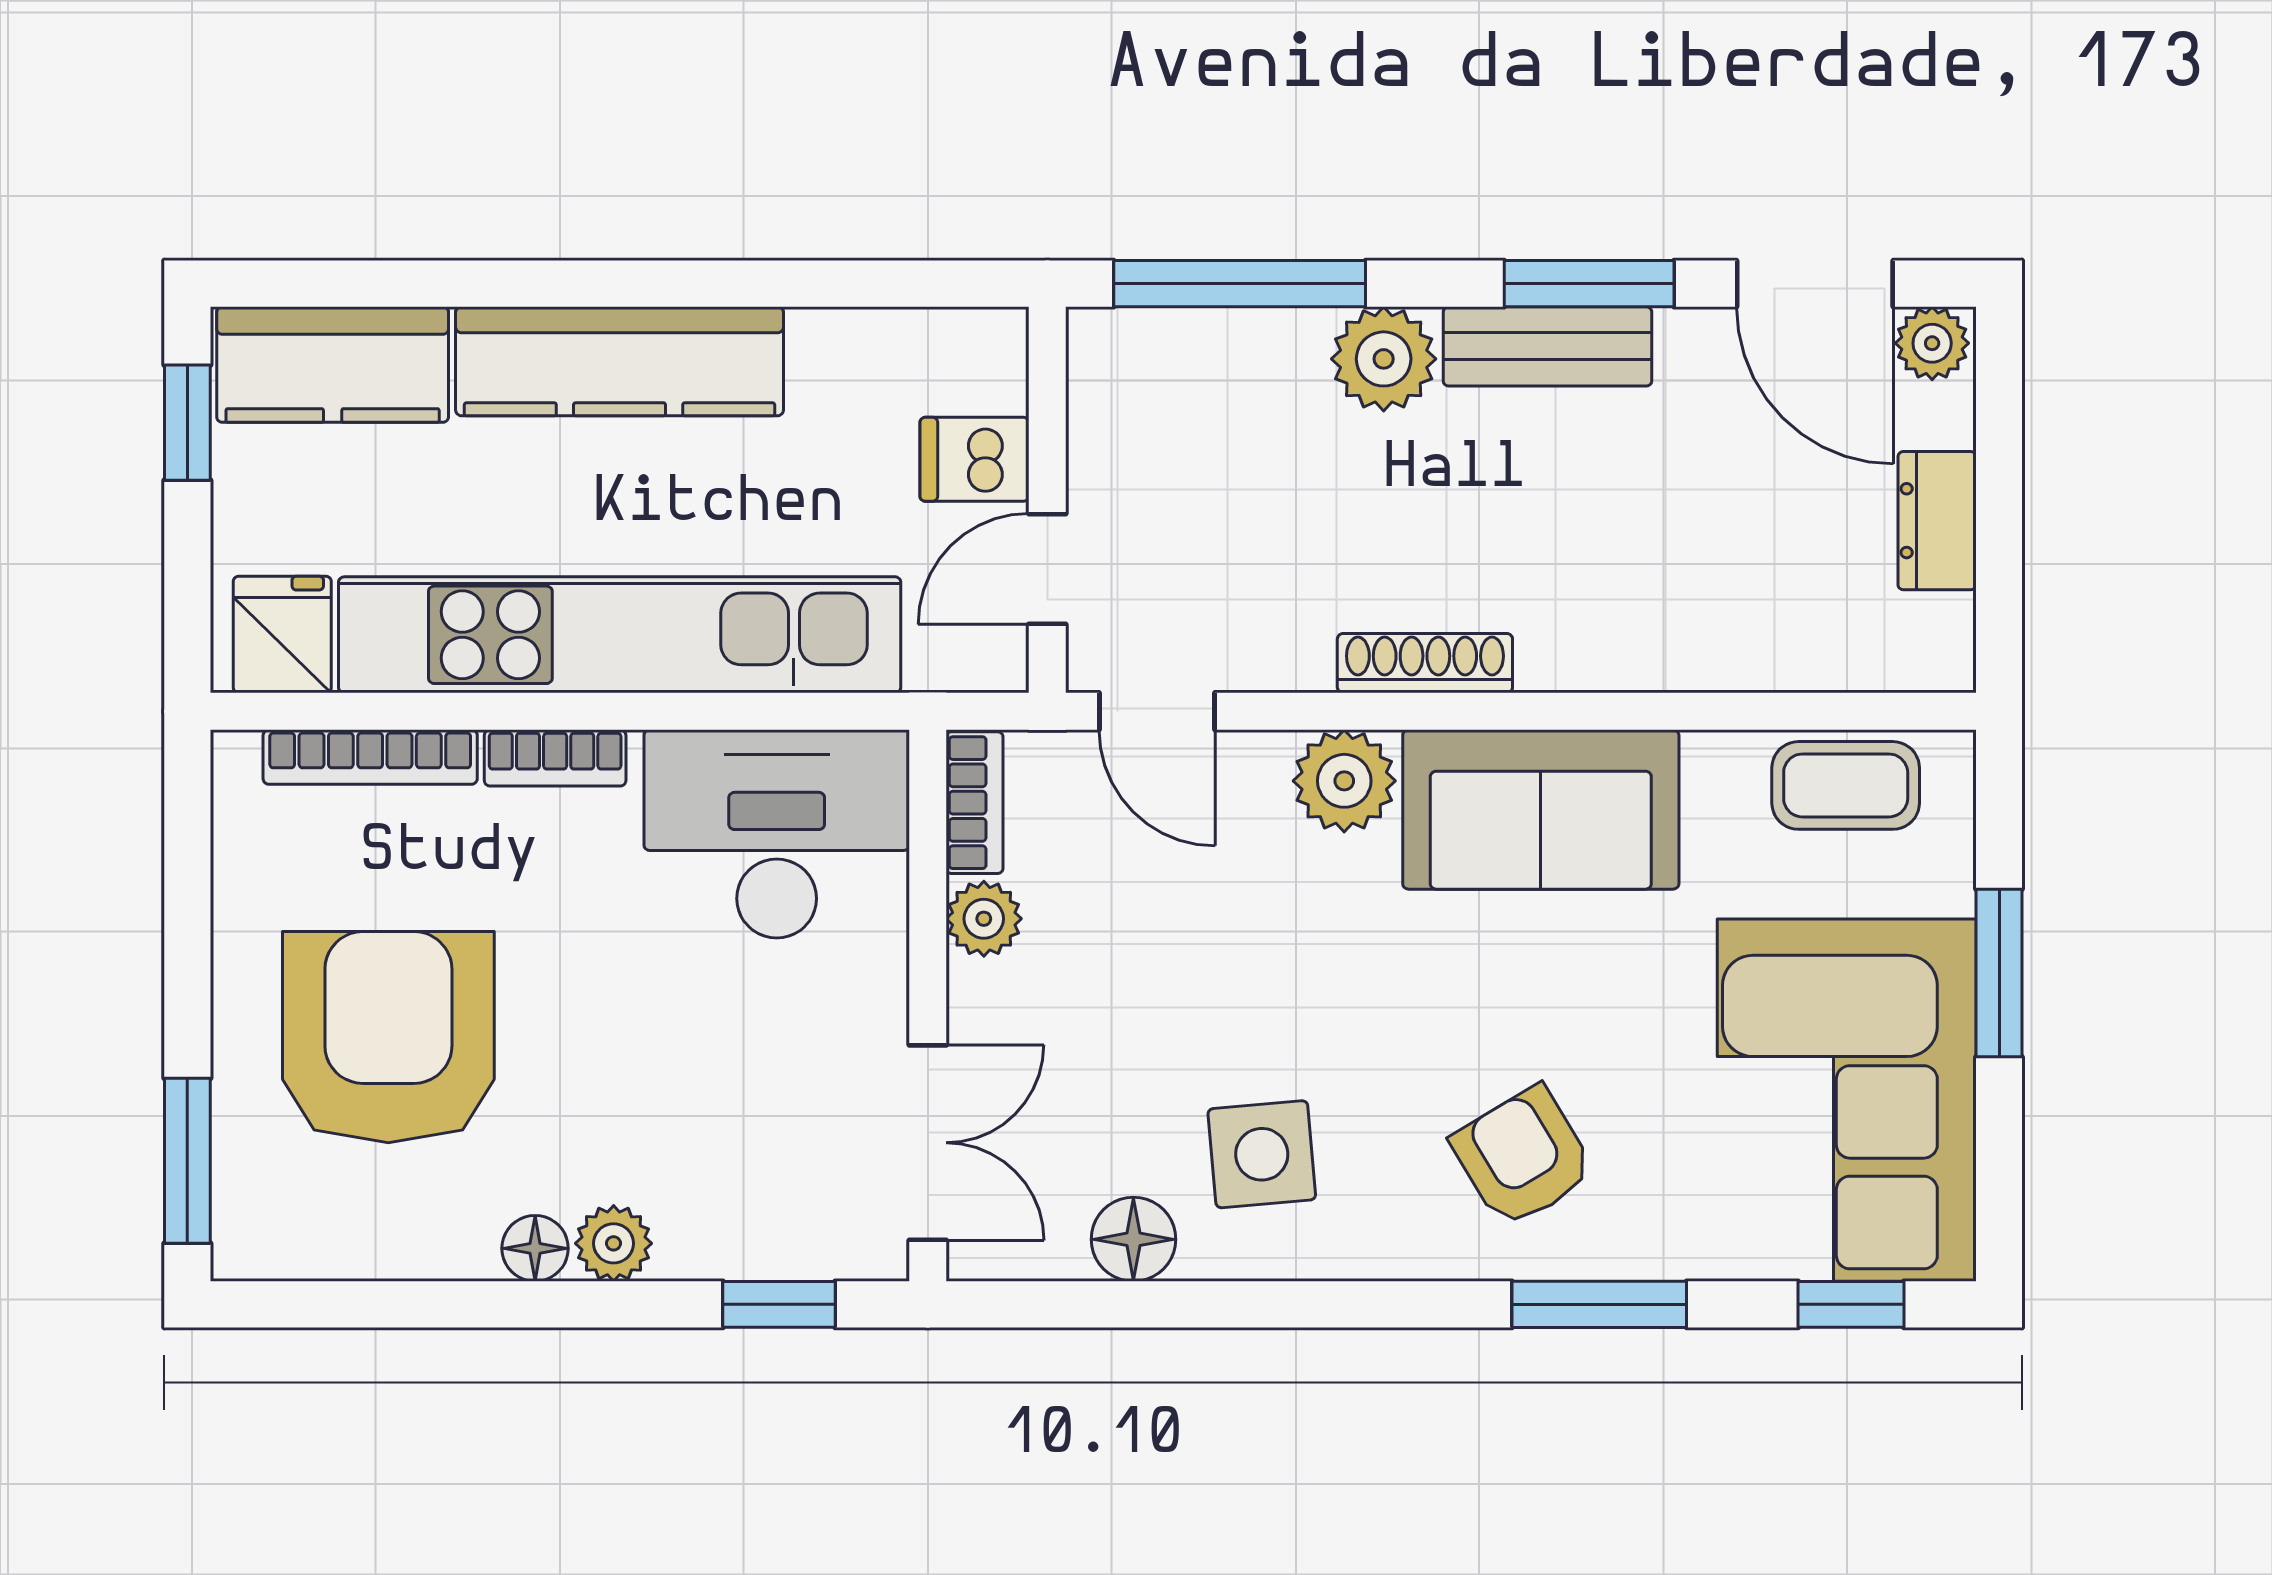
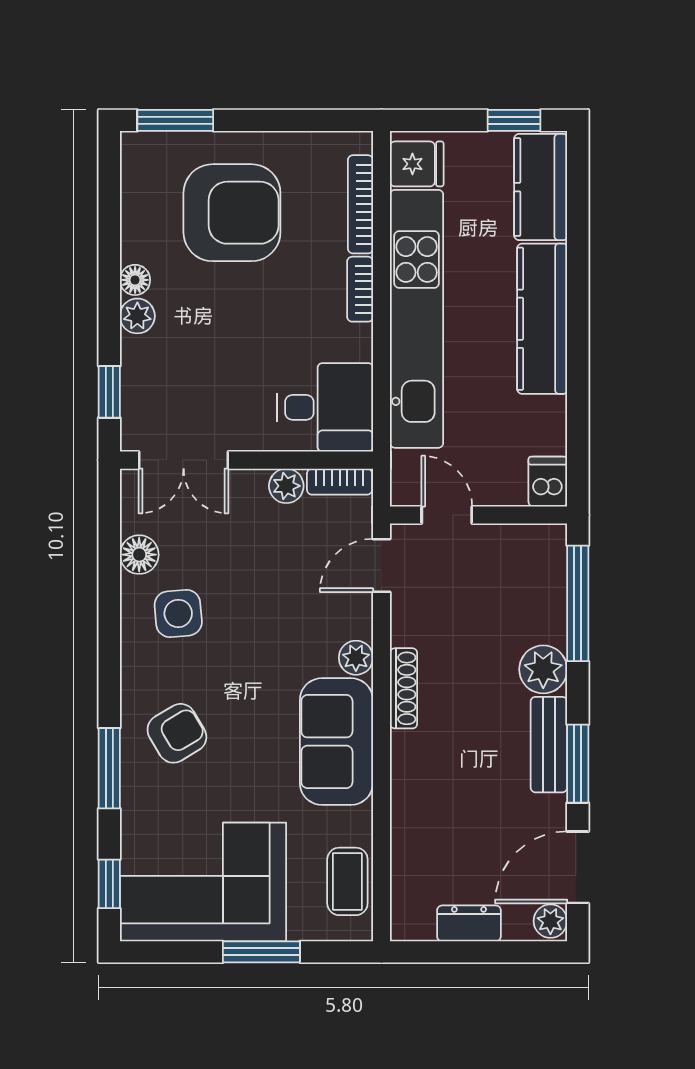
dishwasher: (975, 459) -> (548, 482), moved
plant: (1344, 781) -> (356, 658), width x0.73, depth x0.73
desk: (777, 834) -> (325, 407), width x0.73

